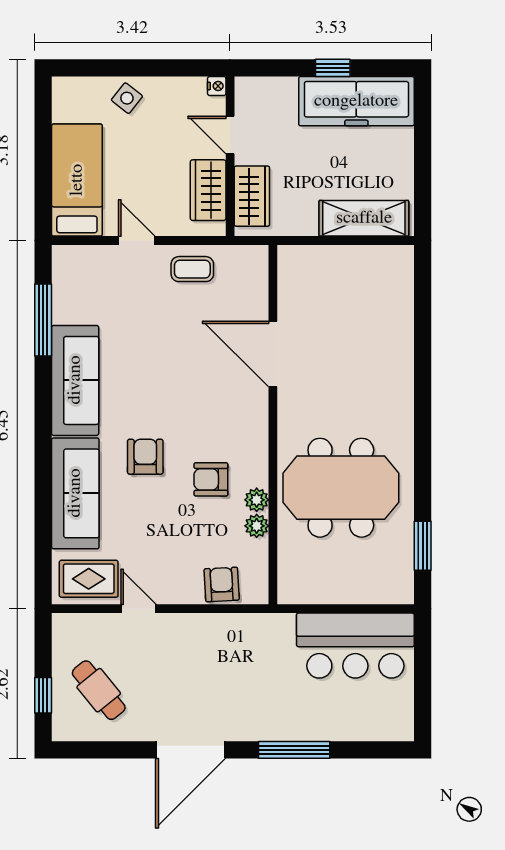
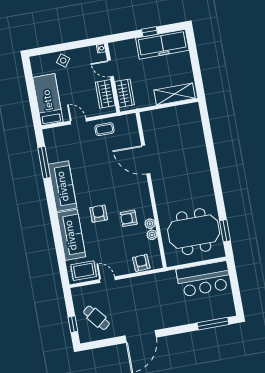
meeting table: (341, 488) -> (194, 232), moved
window: (294, 750) -> (213, 324), moved

